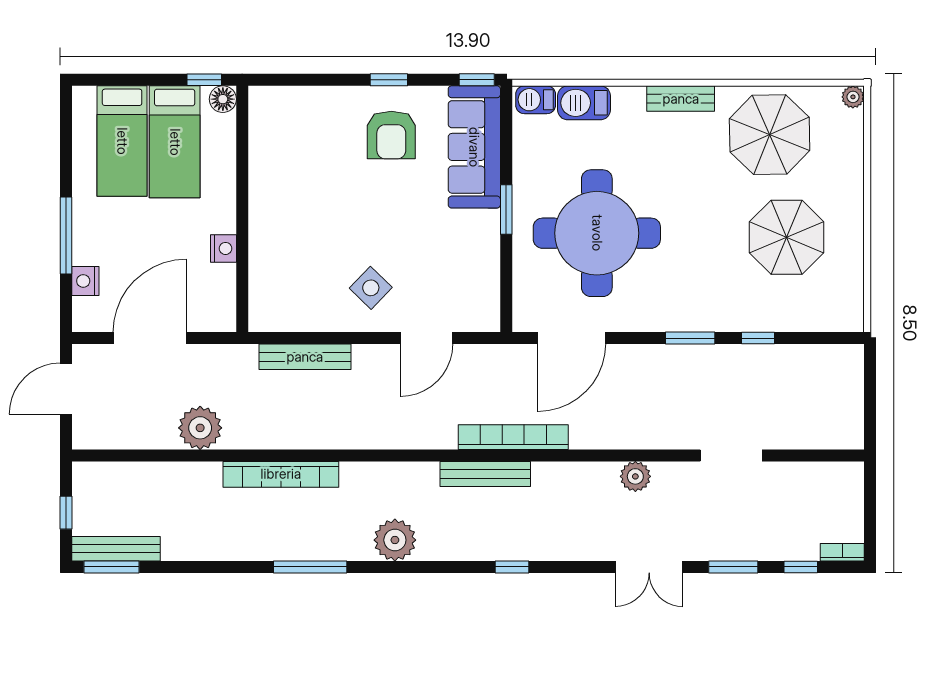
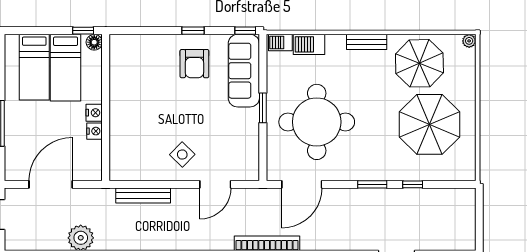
parasol: (787, 237) -> (430, 124), width x1.36, depth x1.36
nightstand: (85, 281) -> (94, 113), moved, turned 180

